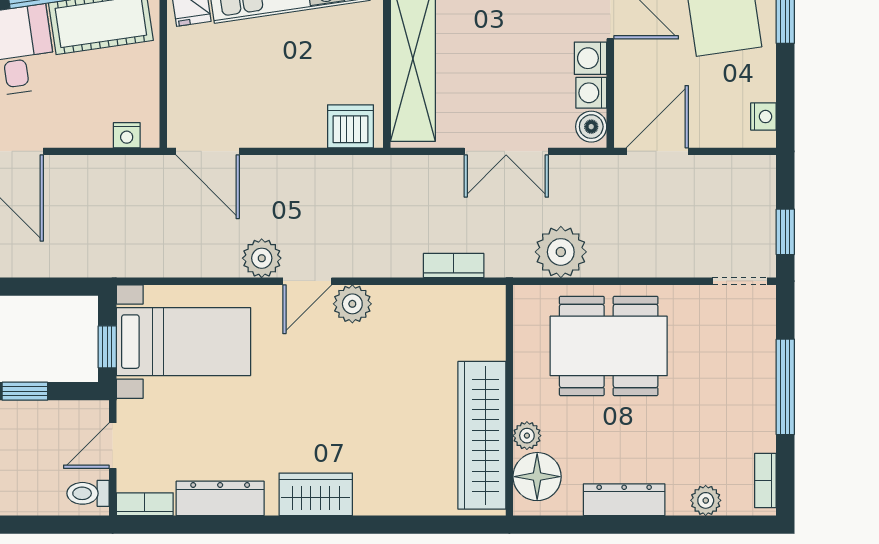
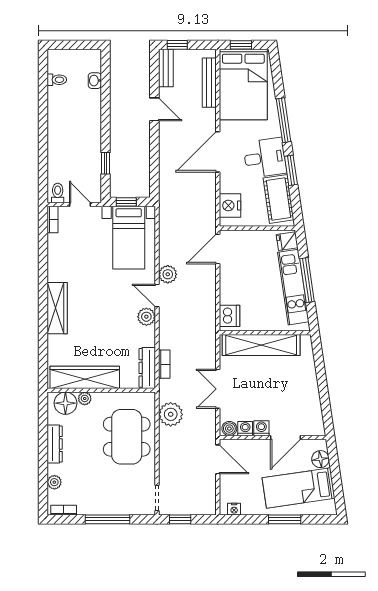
nightstand: (127, 135) -> (230, 205), width x1.89, depth x1.79
wardrobe: (316, 494) -> (57, 308), width x1.50
dresser: (220, 498) -> (147, 368), moved, turned 180

